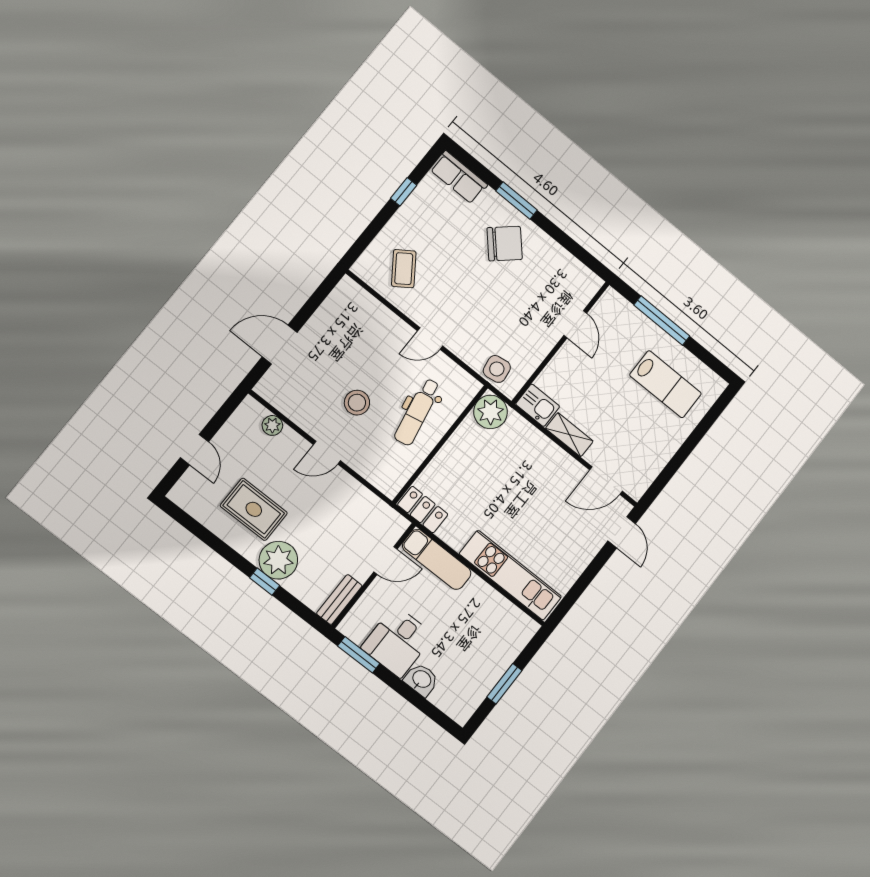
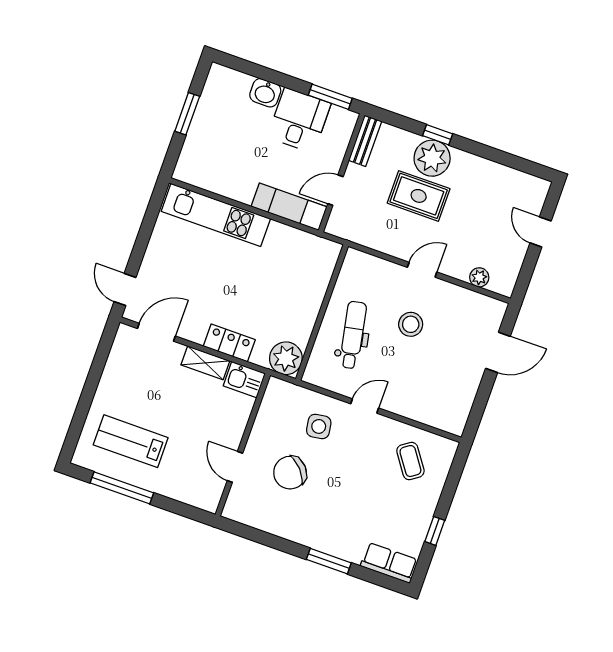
chair: (505, 244) -> (290, 473), moved
window: (662, 320) -> (122, 488), moved
side table: (497, 369) -> (319, 426), moved
rug: (254, 509) -> (419, 196), moved
locker: (423, 510) -> (229, 343), moved, turned 180

